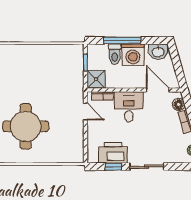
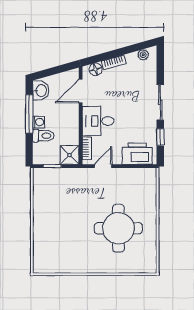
window: (122, 41) -> (29, 114), moved
washing machine: (133, 55) -> (39, 122), width x0.53, depth x0.53
printer: (113, 153) -> (137, 154), moved, turned 90

